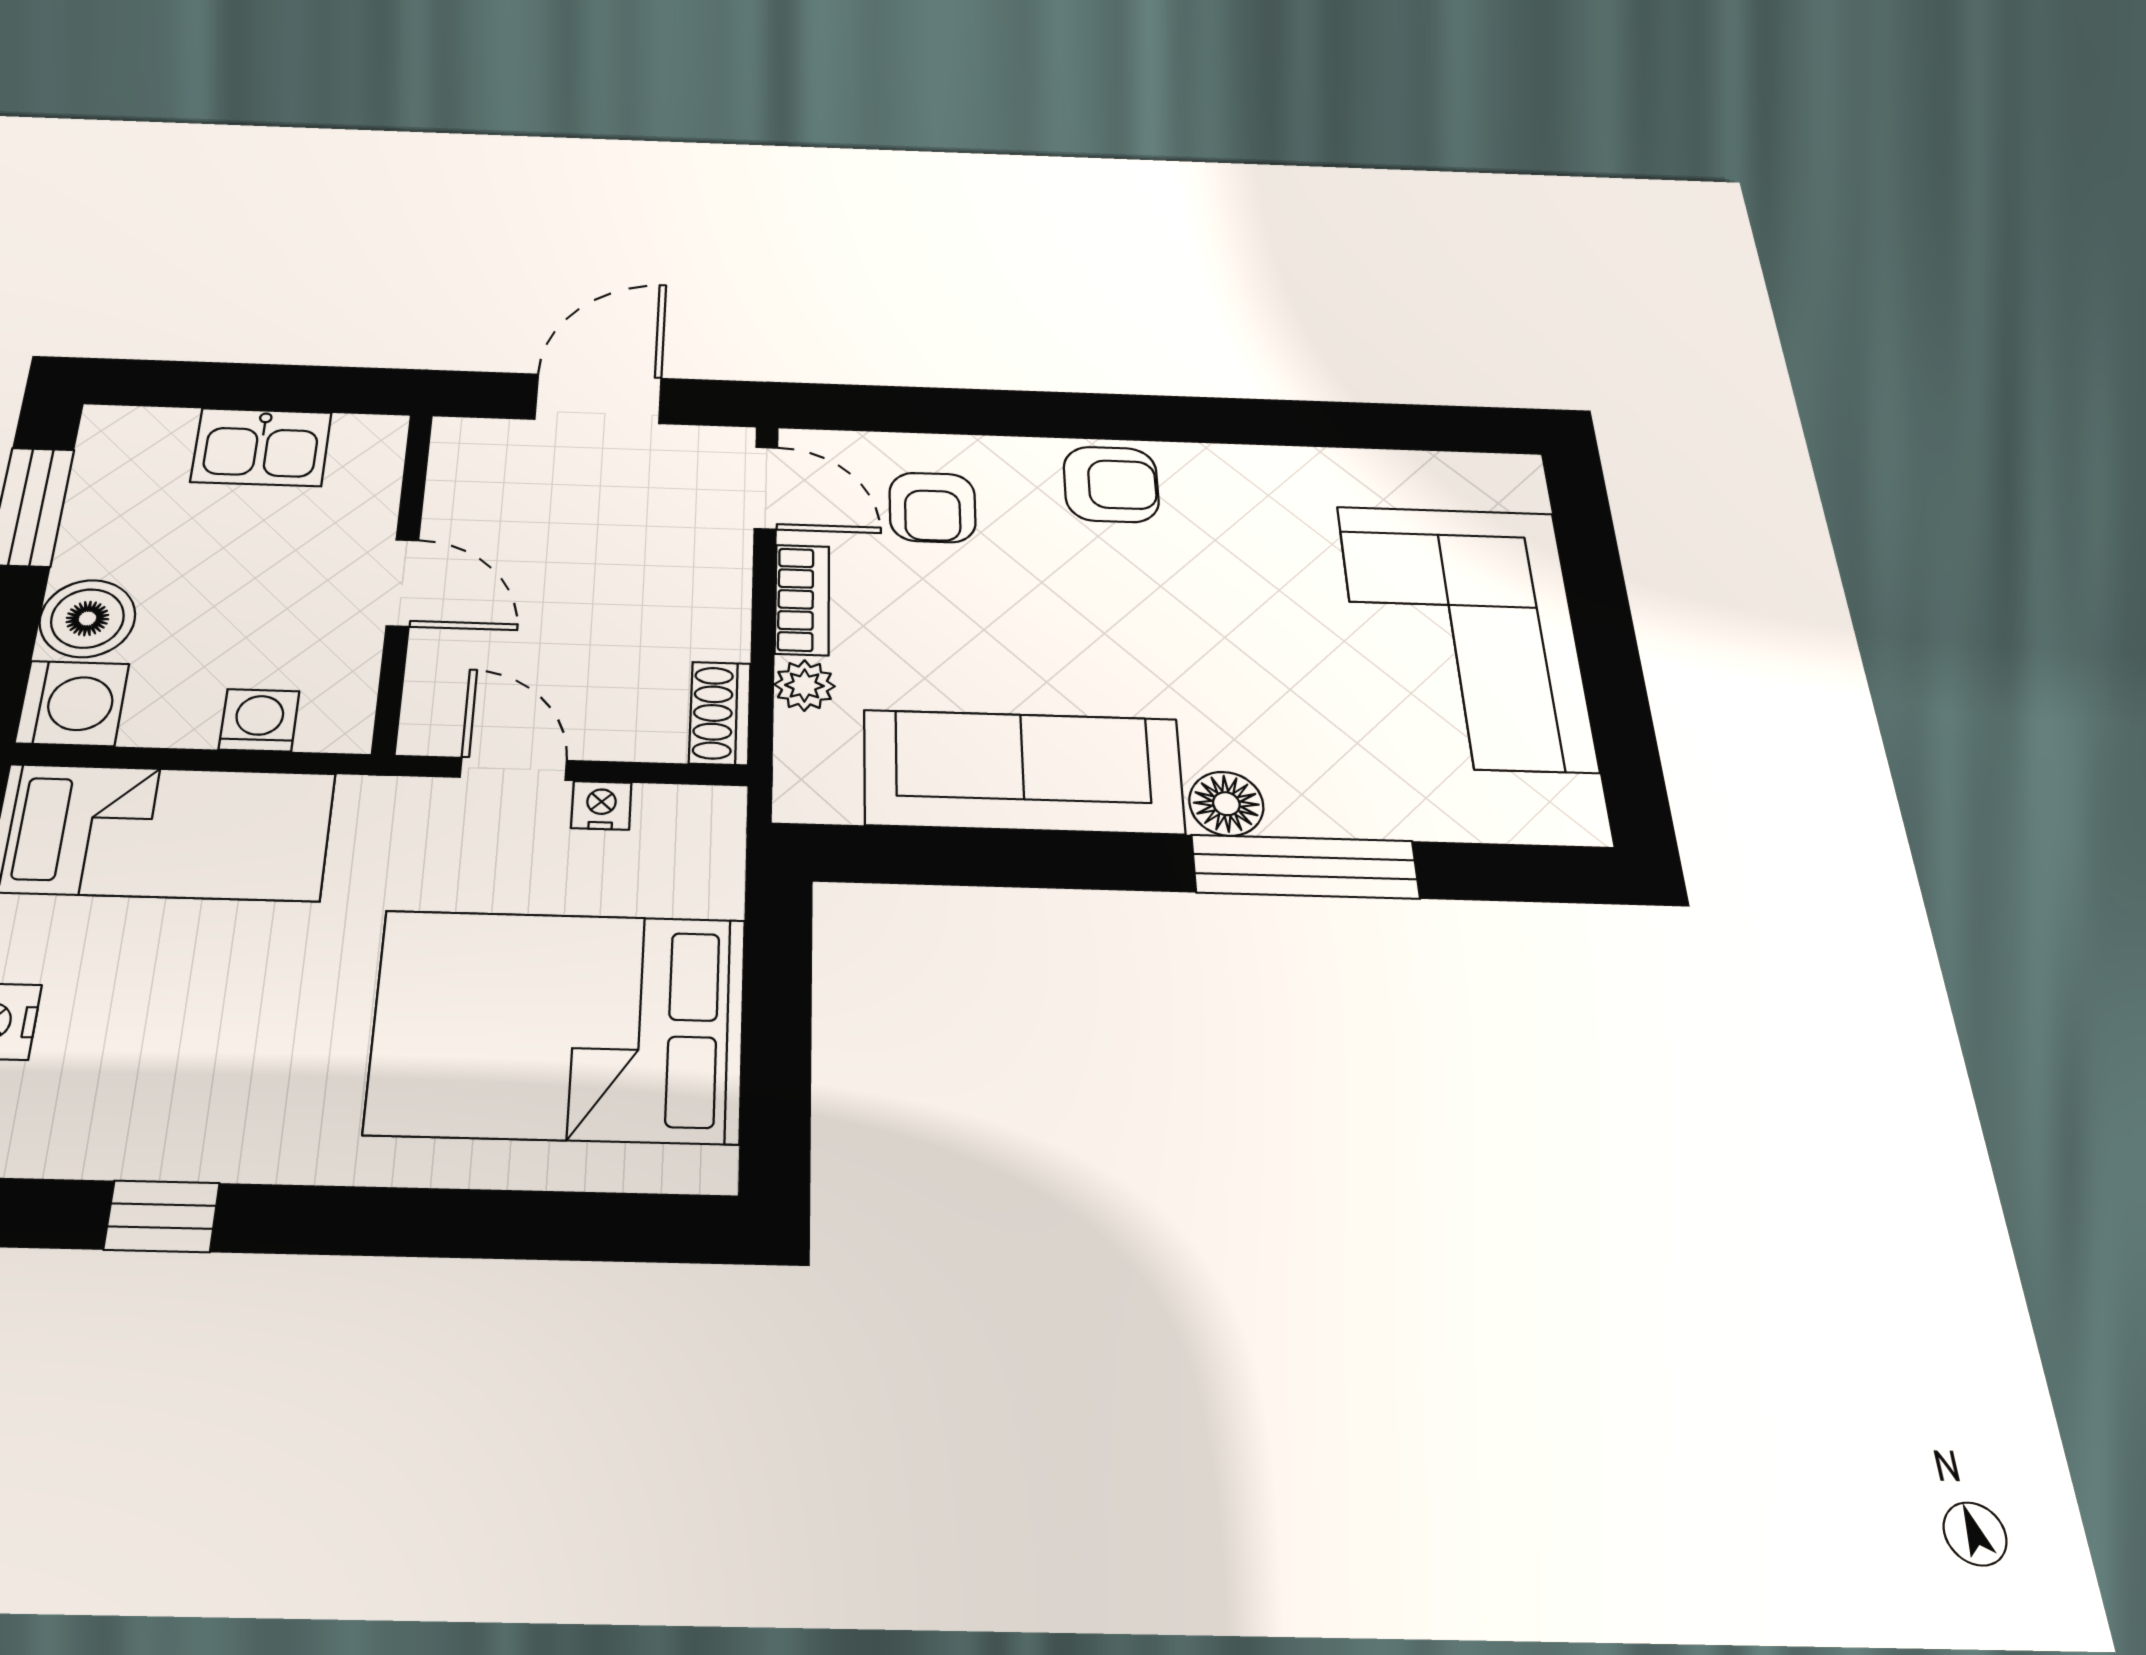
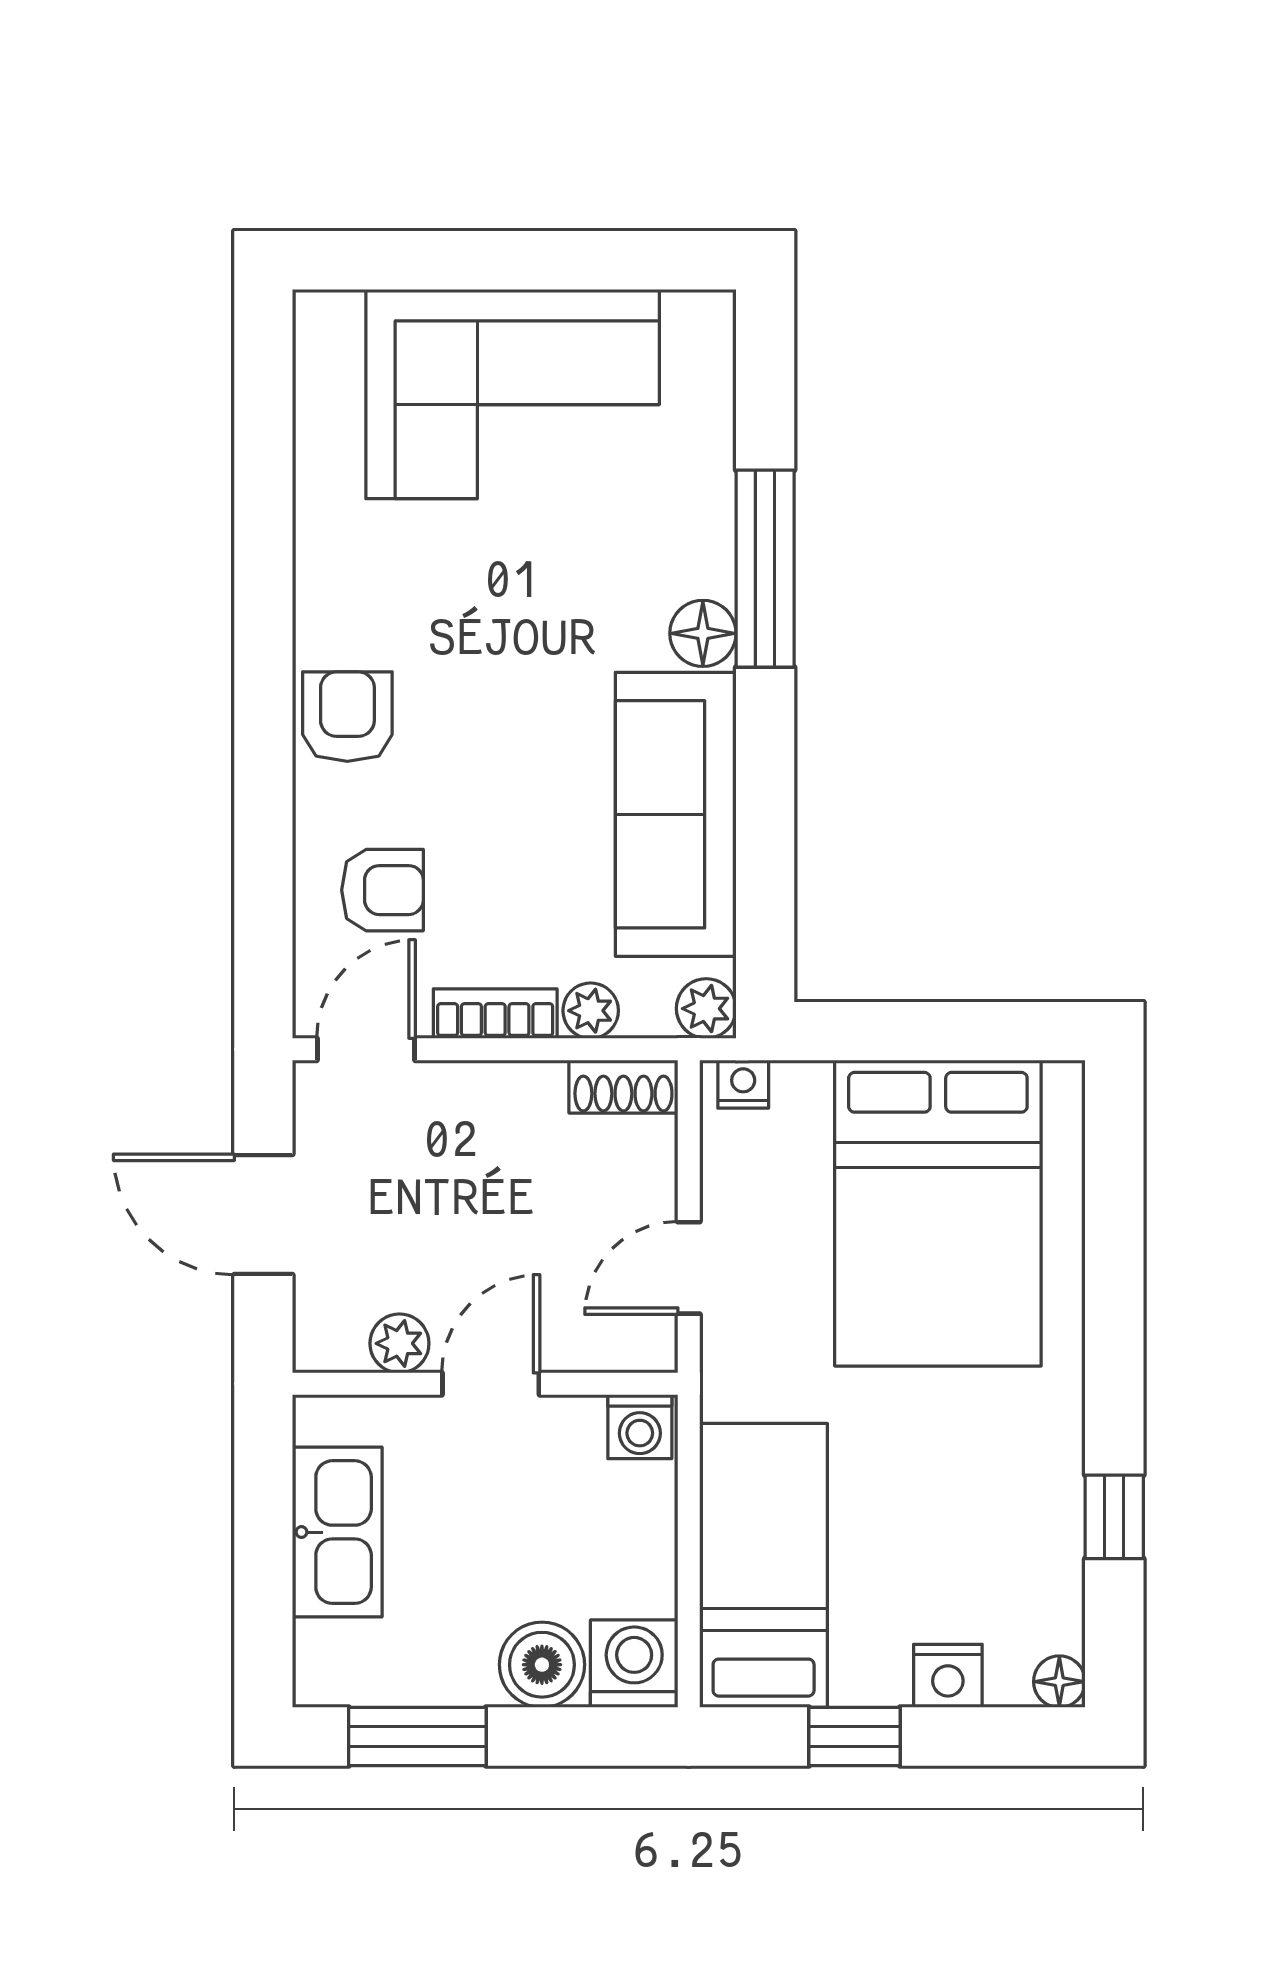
kitchen sink: (261, 447) -> (337, 1532), width x1.38
plant: (454, 506) -> (399, 1343), added
washing machine: (259, 720) -> (640, 1427), moved, turned -90
plant: (806, 794) -> (706, 1009), added
nightstand: (601, 805) -> (743, 1084), moved, turned 90

